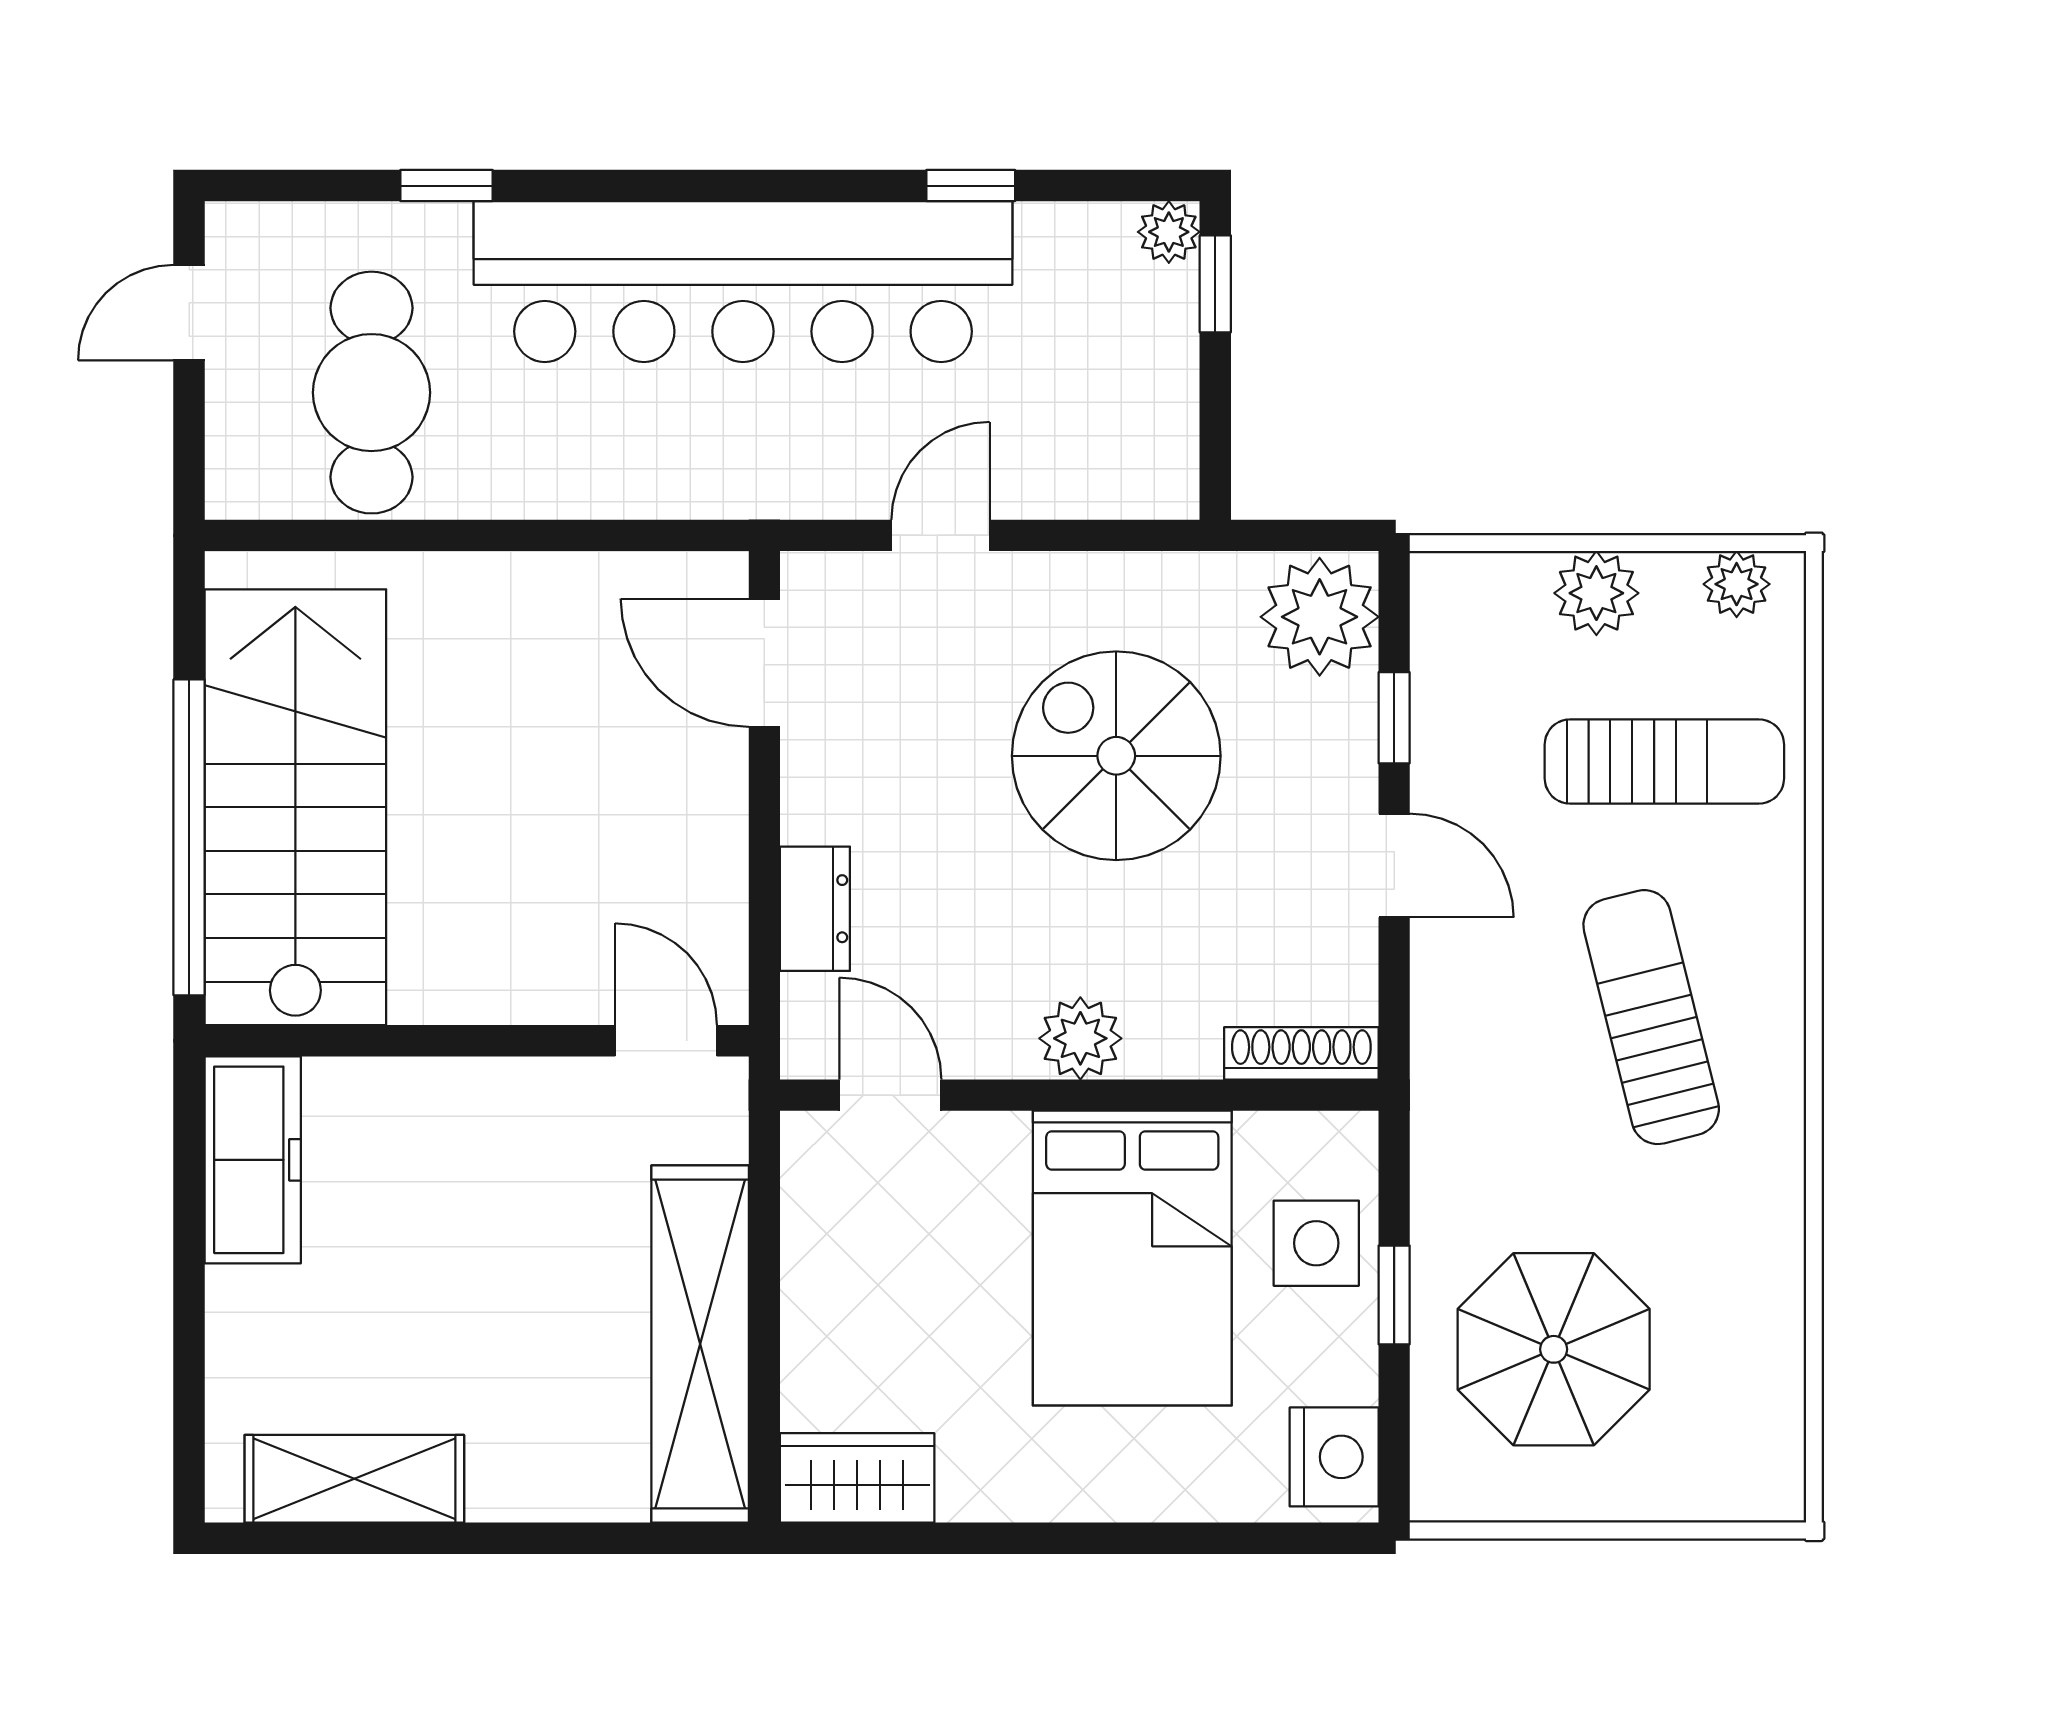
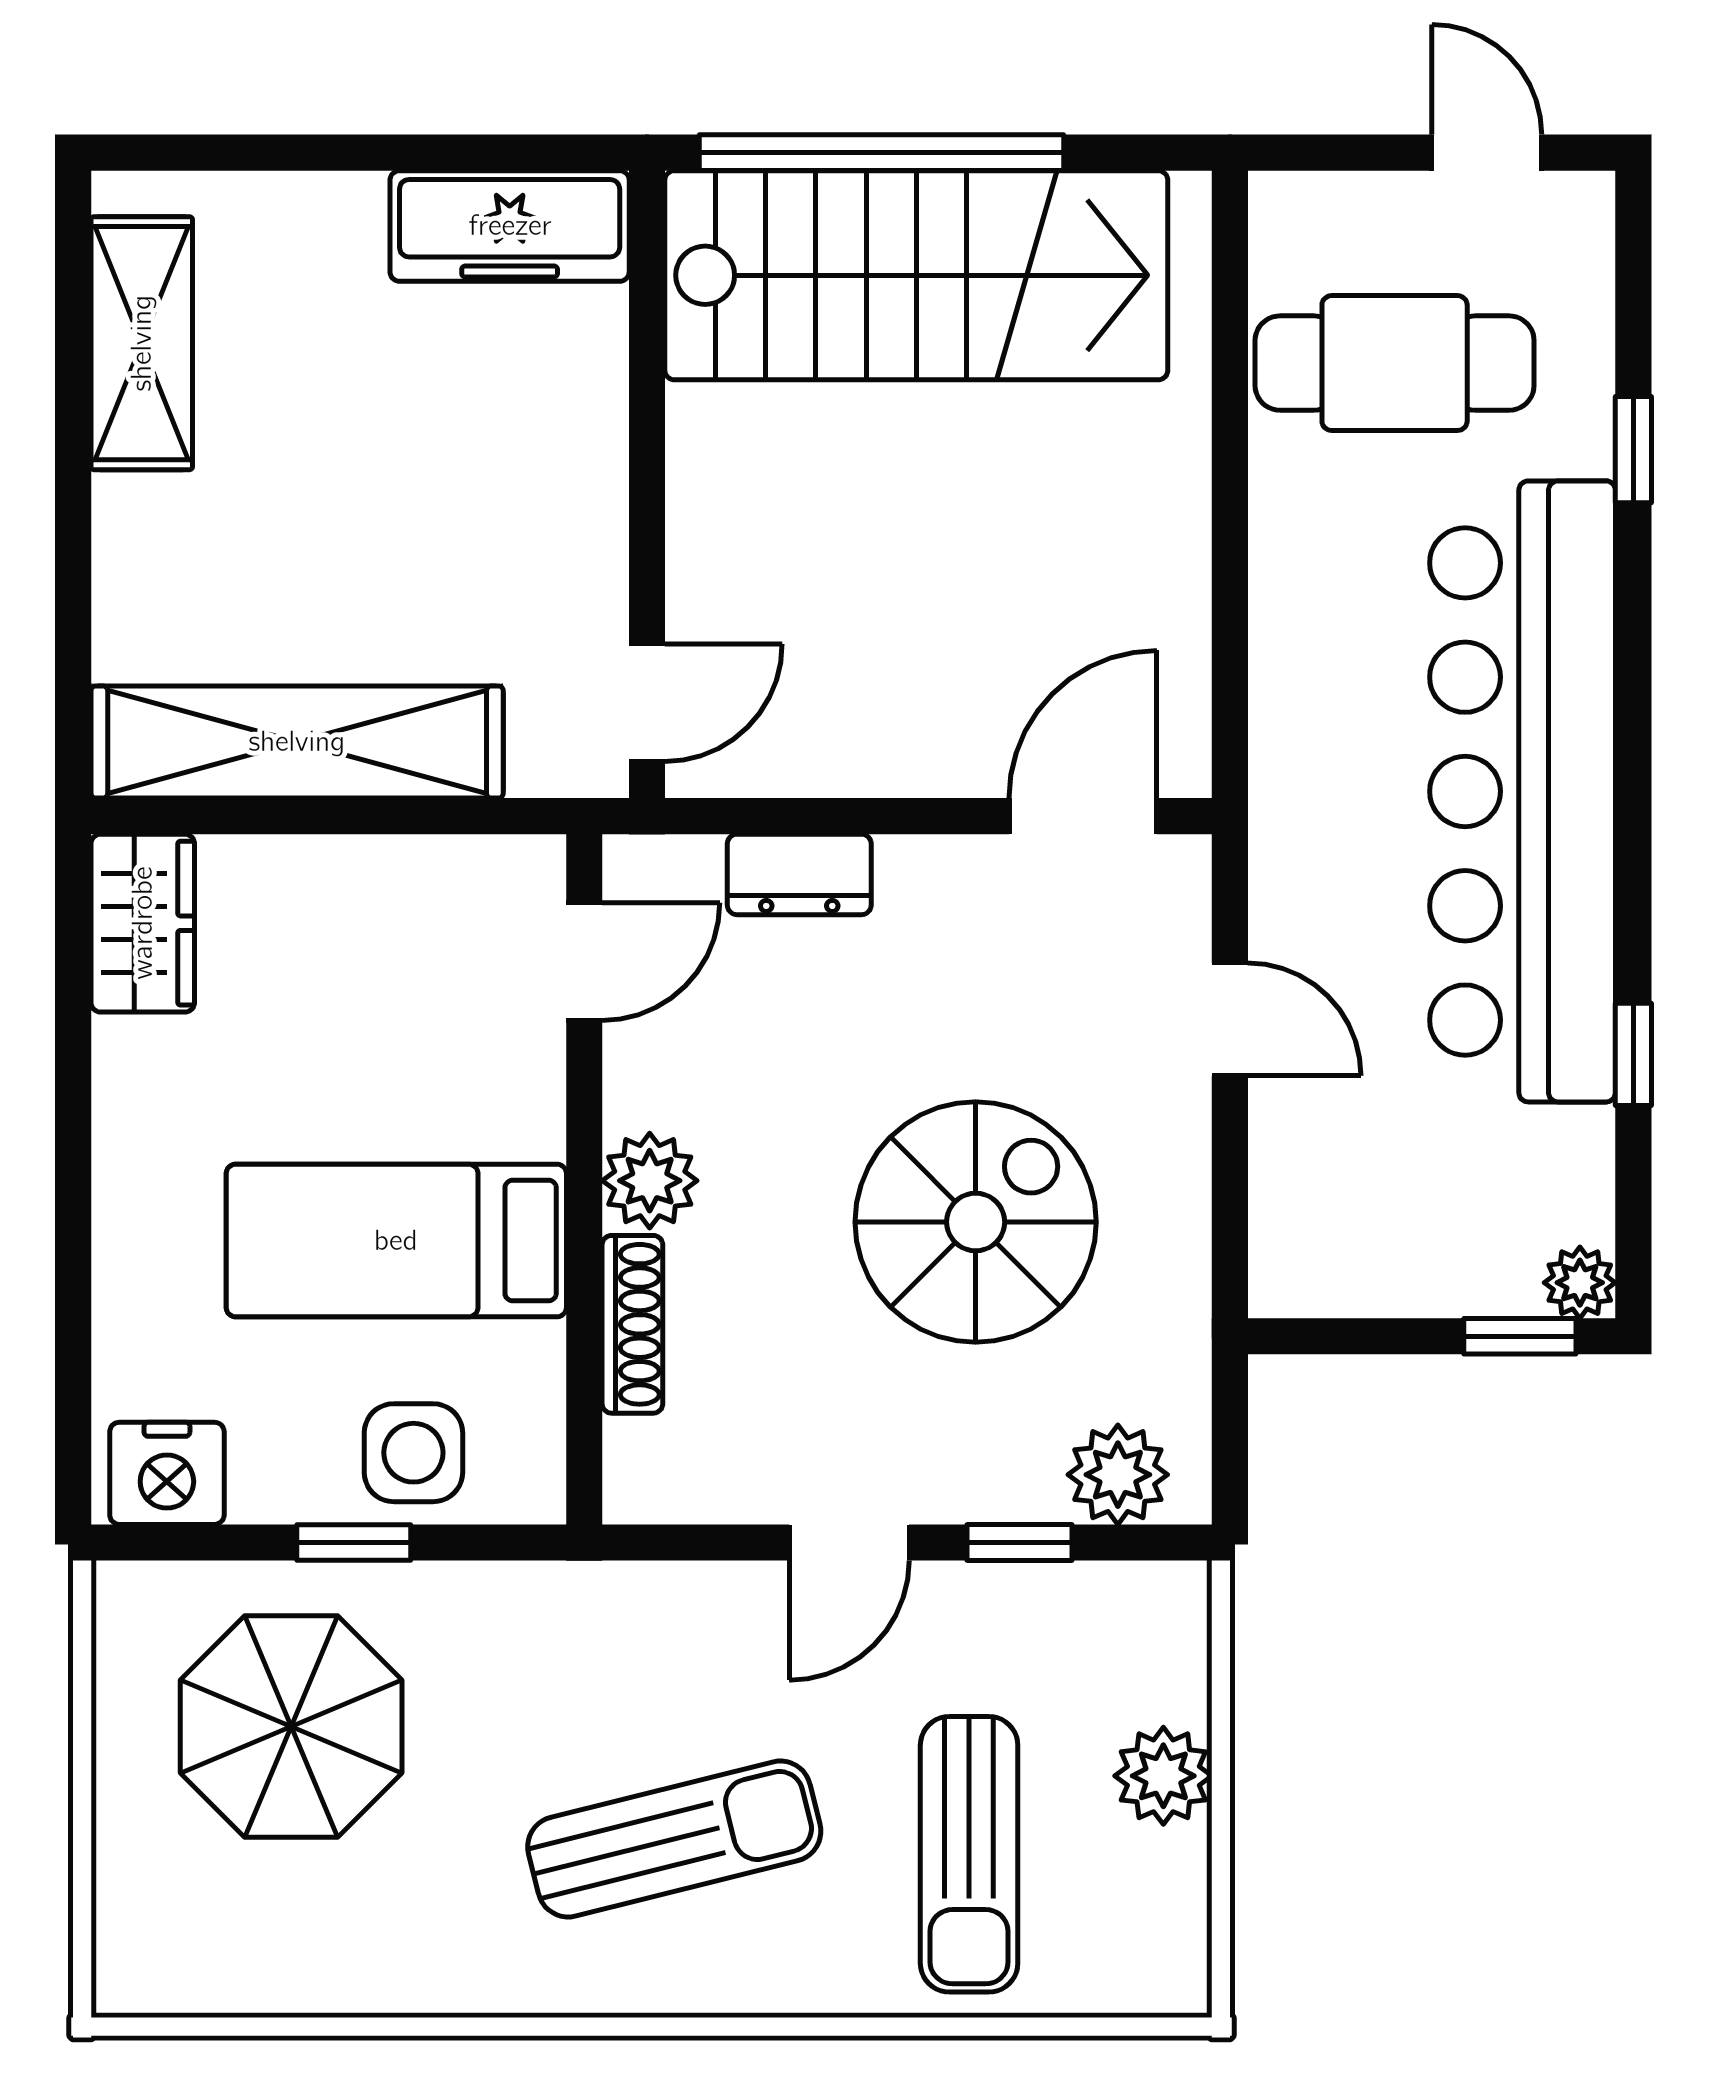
plant: (1737, 584) -> (1174, 1938), removed
plant: (1320, 617) -> (1118, 1475), width x0.73, depth x0.73
shoe rack: (1301, 1053) -> (632, 1324), moved
bed: (1132, 1258) -> (396, 1241), width x0.67

